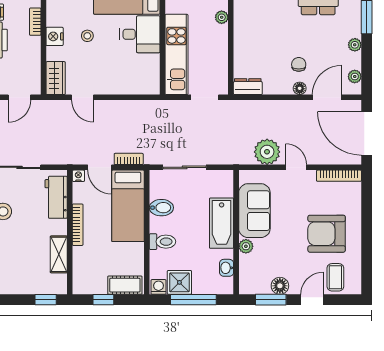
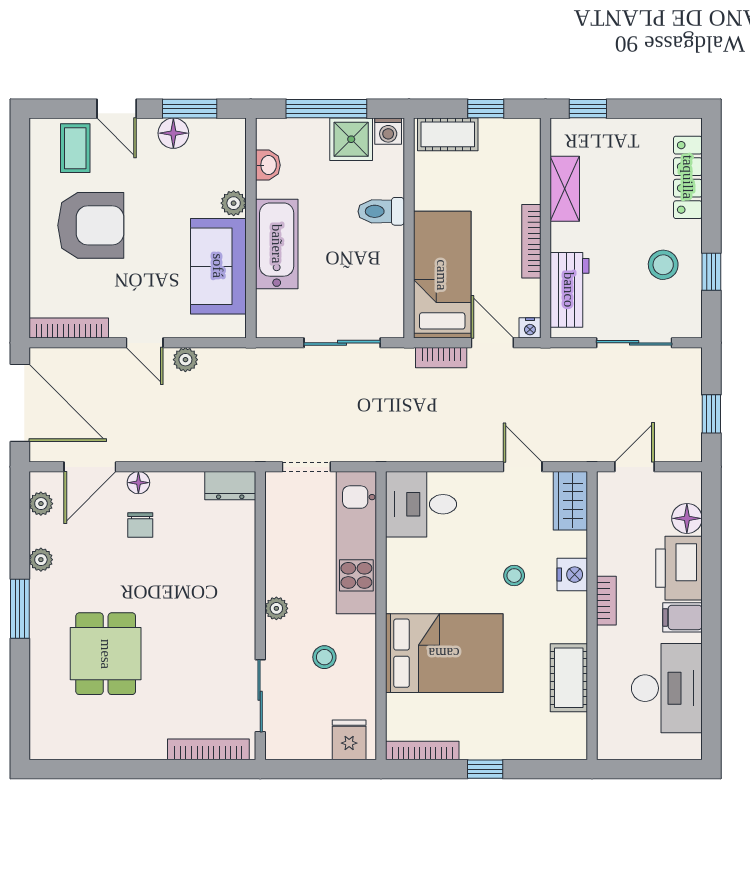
desk: (140, 34) -> (421, 504), moved
plant: (267, 152) -> (185, 360), width x0.53, depth x0.53
bidet: (161, 208) -> (383, 272), removed
door: (312, 300) -> (117, 109), hinge flipped

